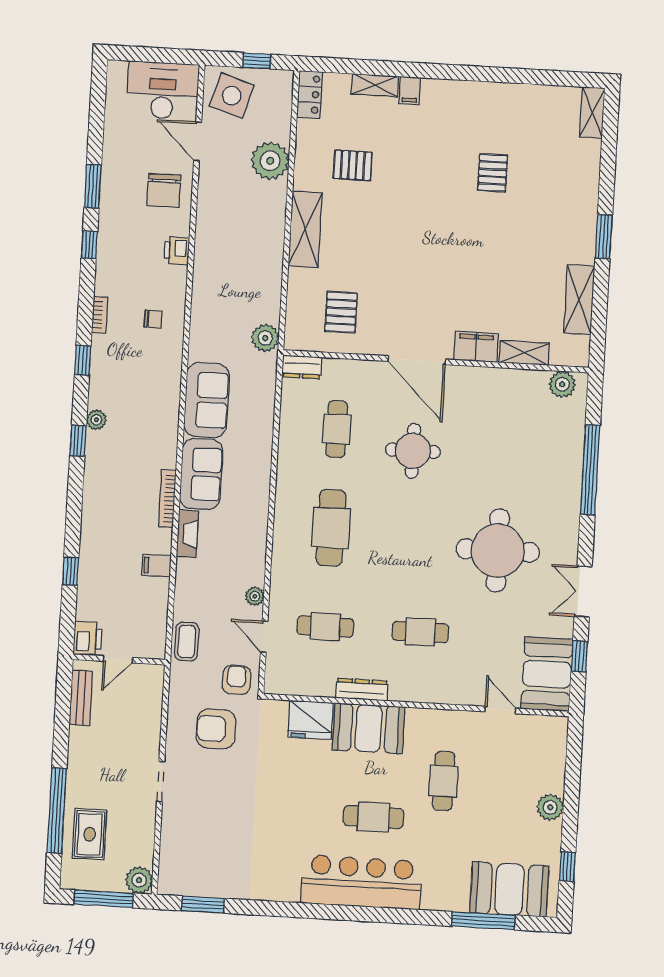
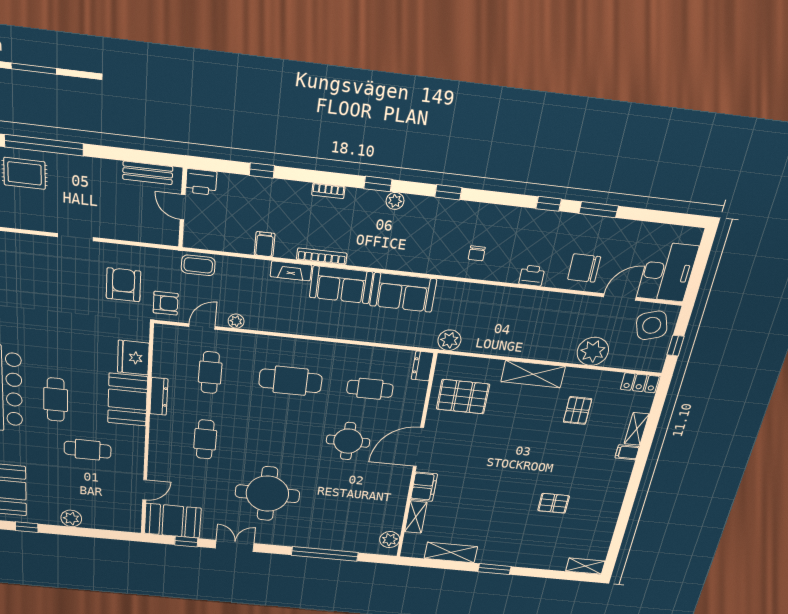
side table: (232, 96) -> (652, 325), turned -35
pallet: (341, 312) -> (463, 397), width x1.50, depth x1.42
bookcase: (100, 315) -> (328, 191), moved

